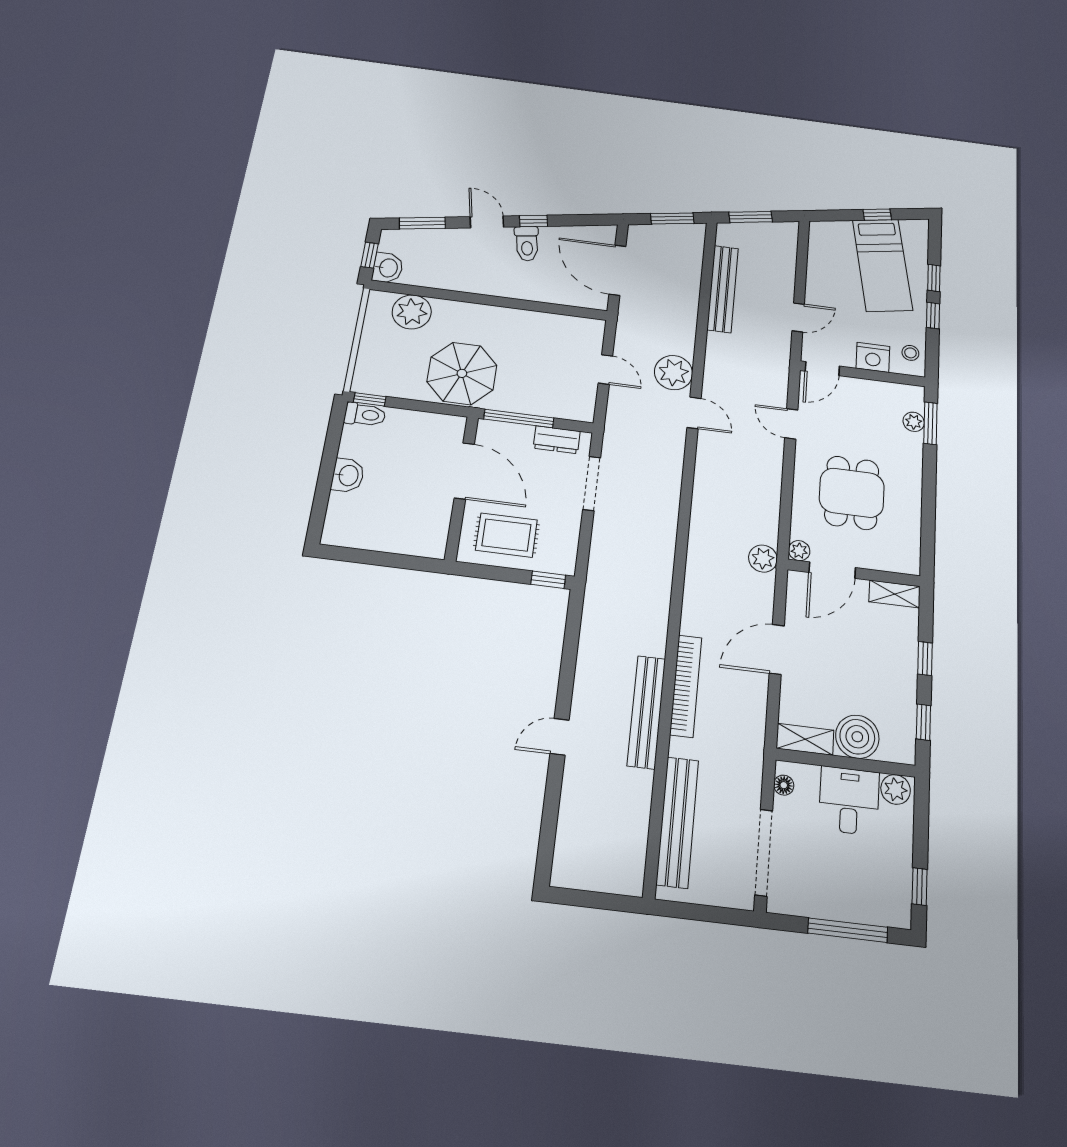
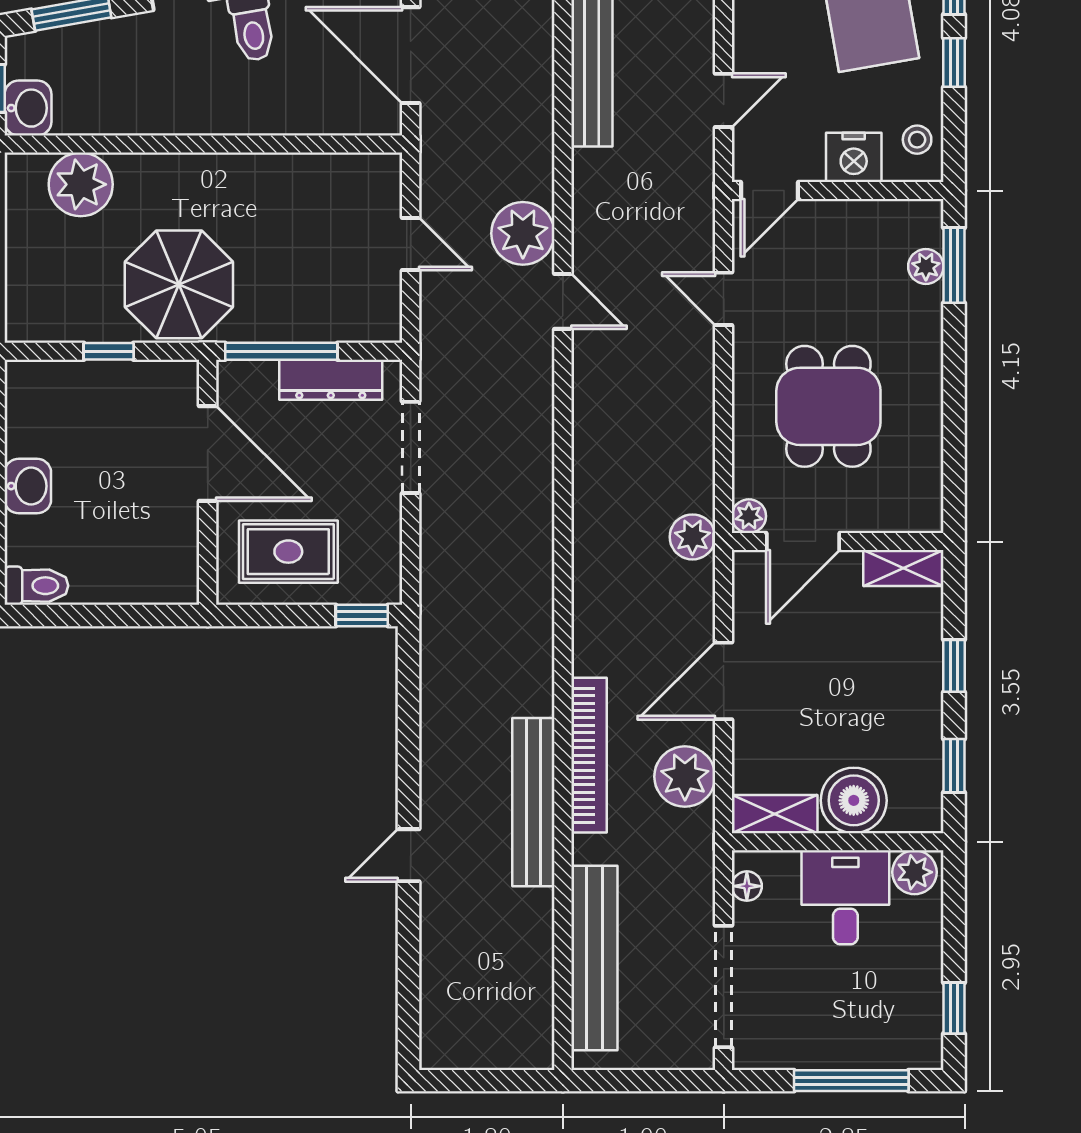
window: (370, 399) -> (109, 351), moved
toilet: (365, 415) -> (36, 586), moved
dresser: (557, 440) -> (331, 380), width x1.44
plant: (747, 707) -> (685, 777), added

